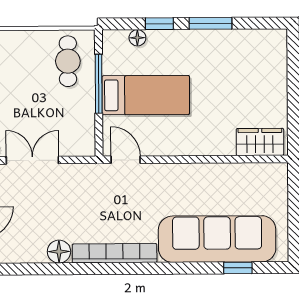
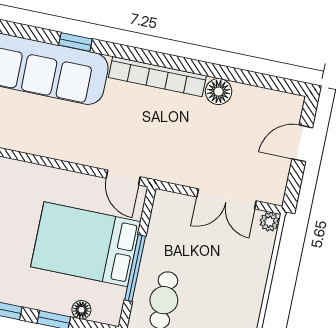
bed: (146, 95) -> (86, 244), width x1.50
window: (238, 268) -> (75, 42), moved

